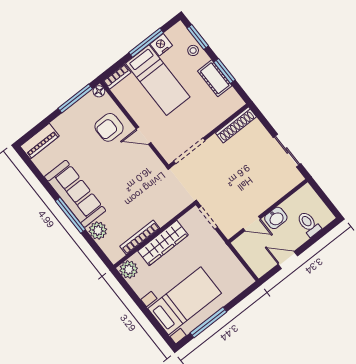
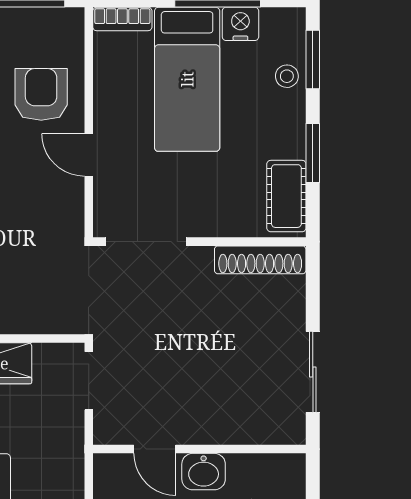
cot: (215, 78) -> (286, 196), moved
floor lamp: (99, 91) -> (72, 20), removed
armchair: (109, 127) -> (41, 94), turned 90

